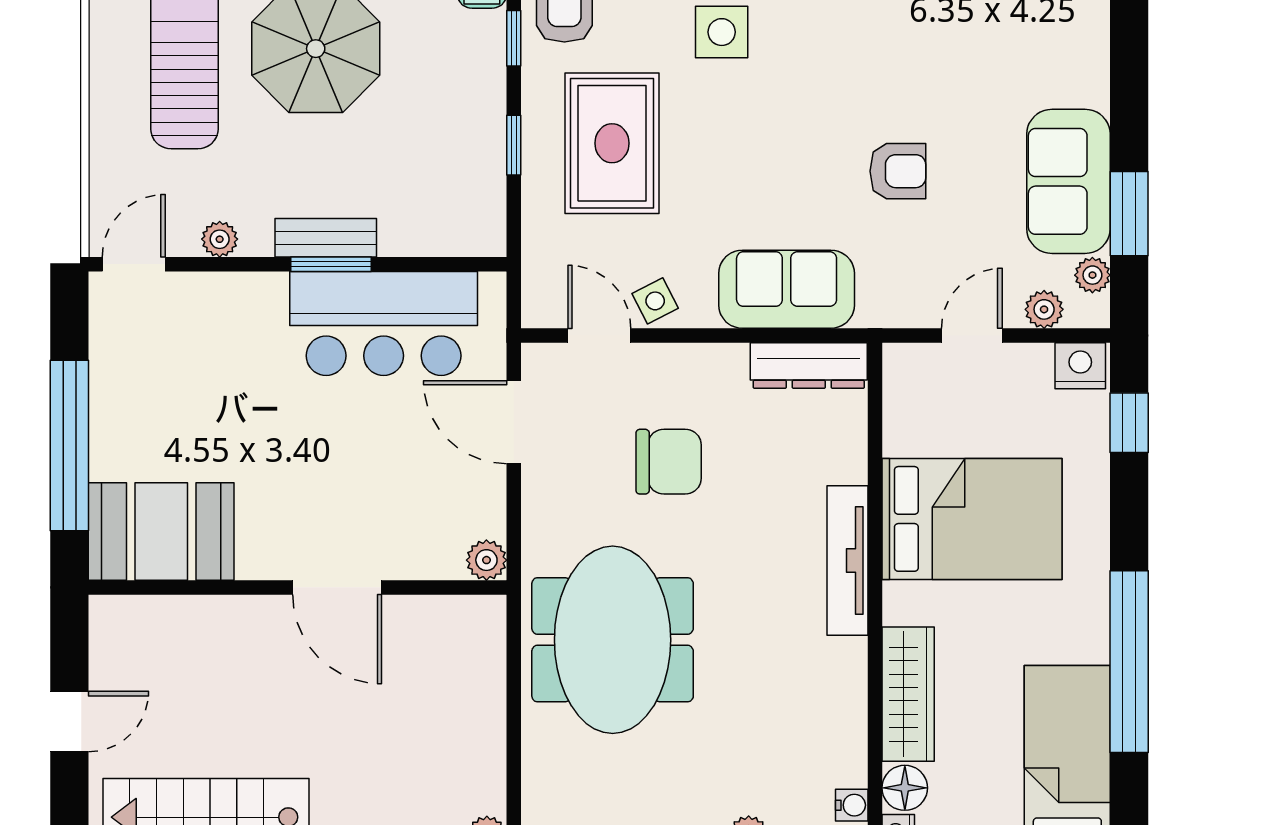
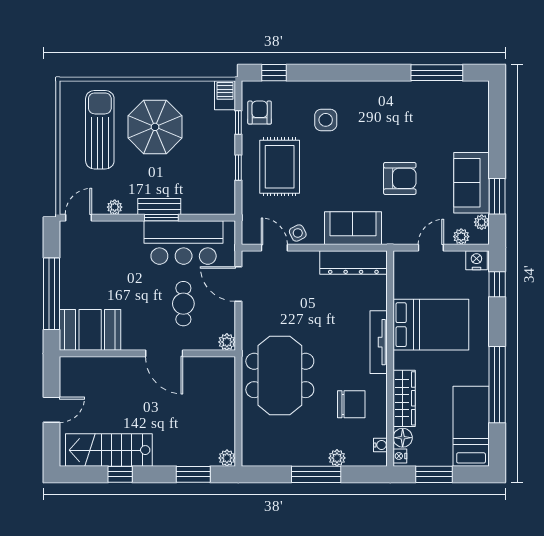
armchair: (898, 171) -> (400, 178), width x1.38, depth x1.38
dresser: (809, 366) -> (353, 263), width x1.37, depth x1.24
chair: (669, 462) -> (351, 404), moved
cafe table: (383, 469) -> (183, 304), added

